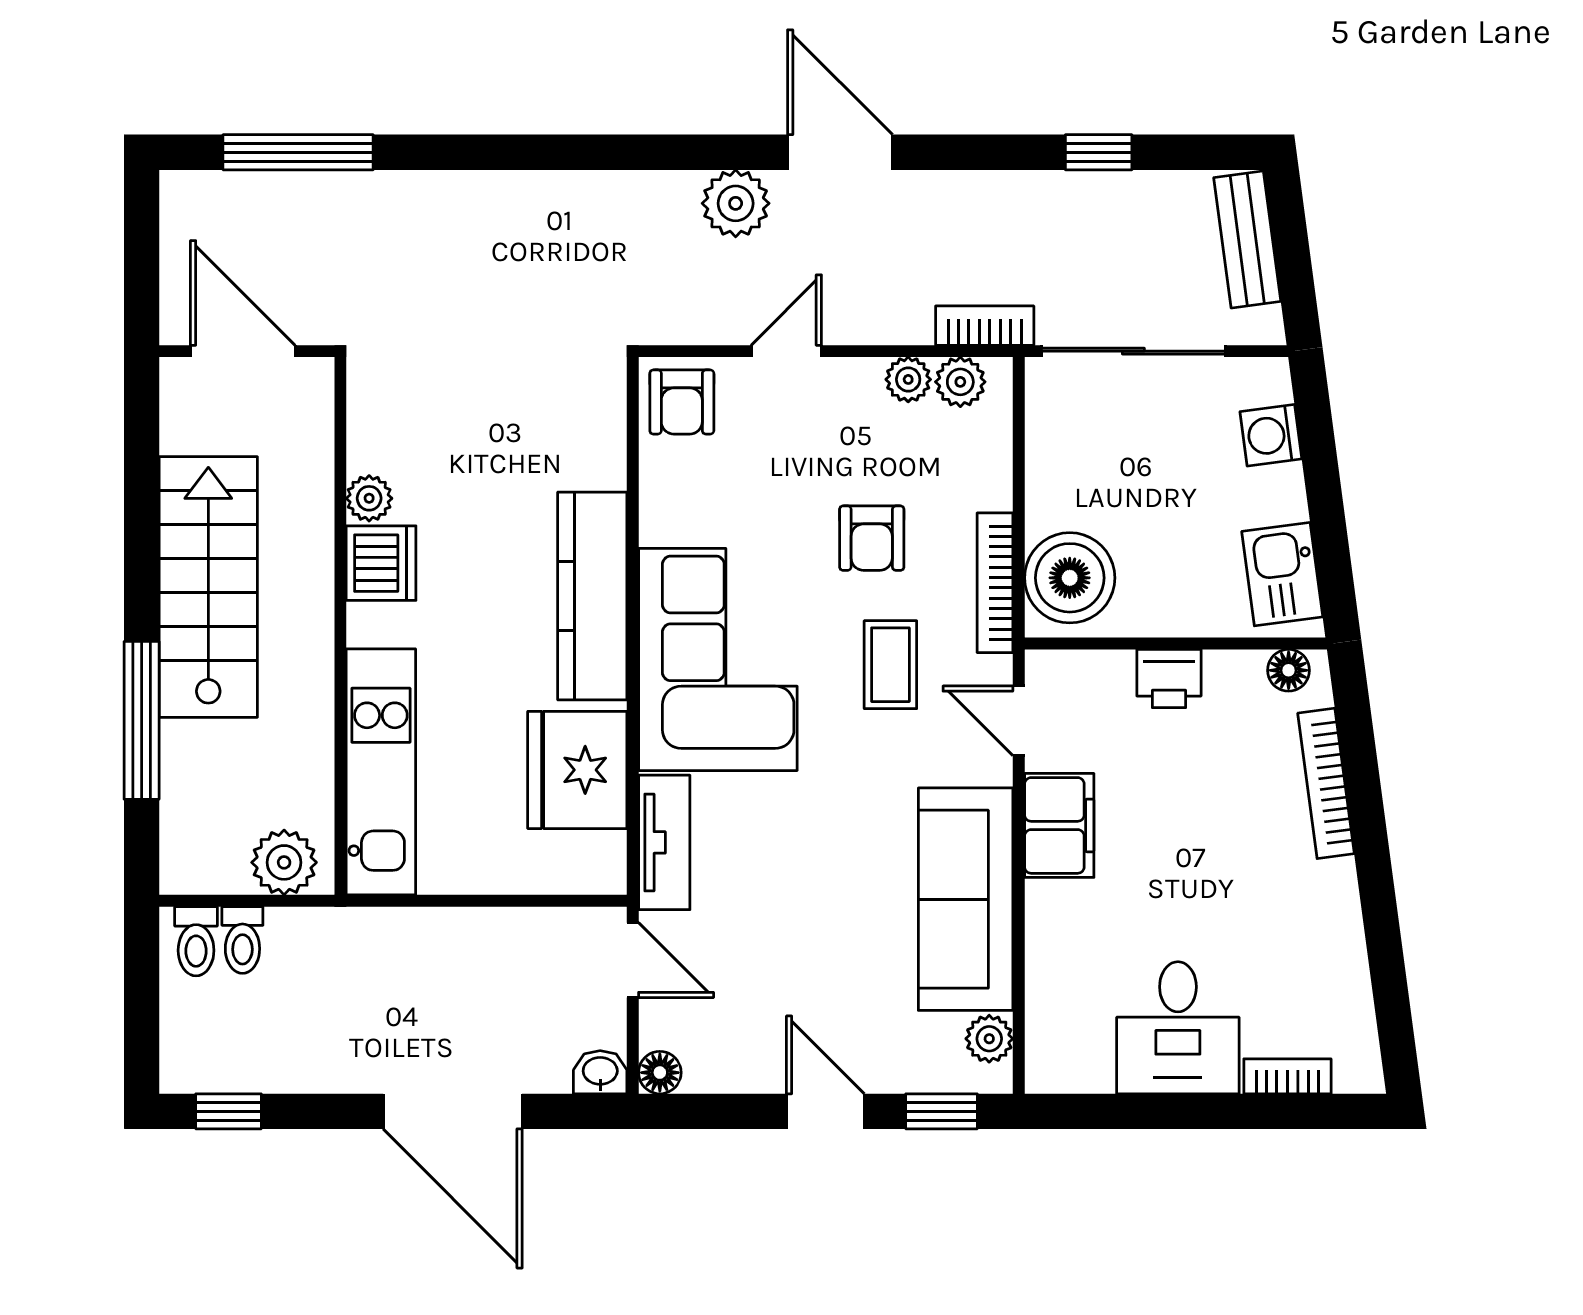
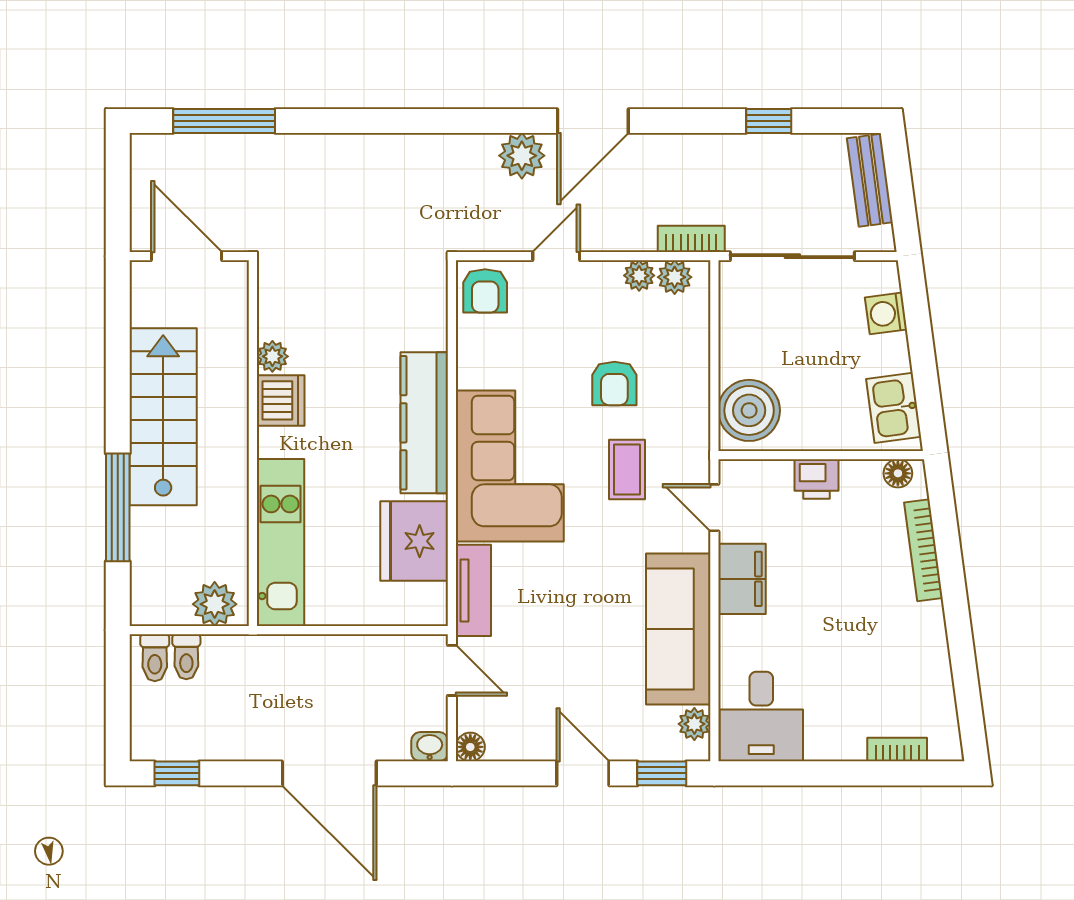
door: (840, 152) -> (593, 121), swing flipped
bookcase: (995, 583) -> (698, 414), removed
desk: (1178, 1028) -> (761, 716), moved

